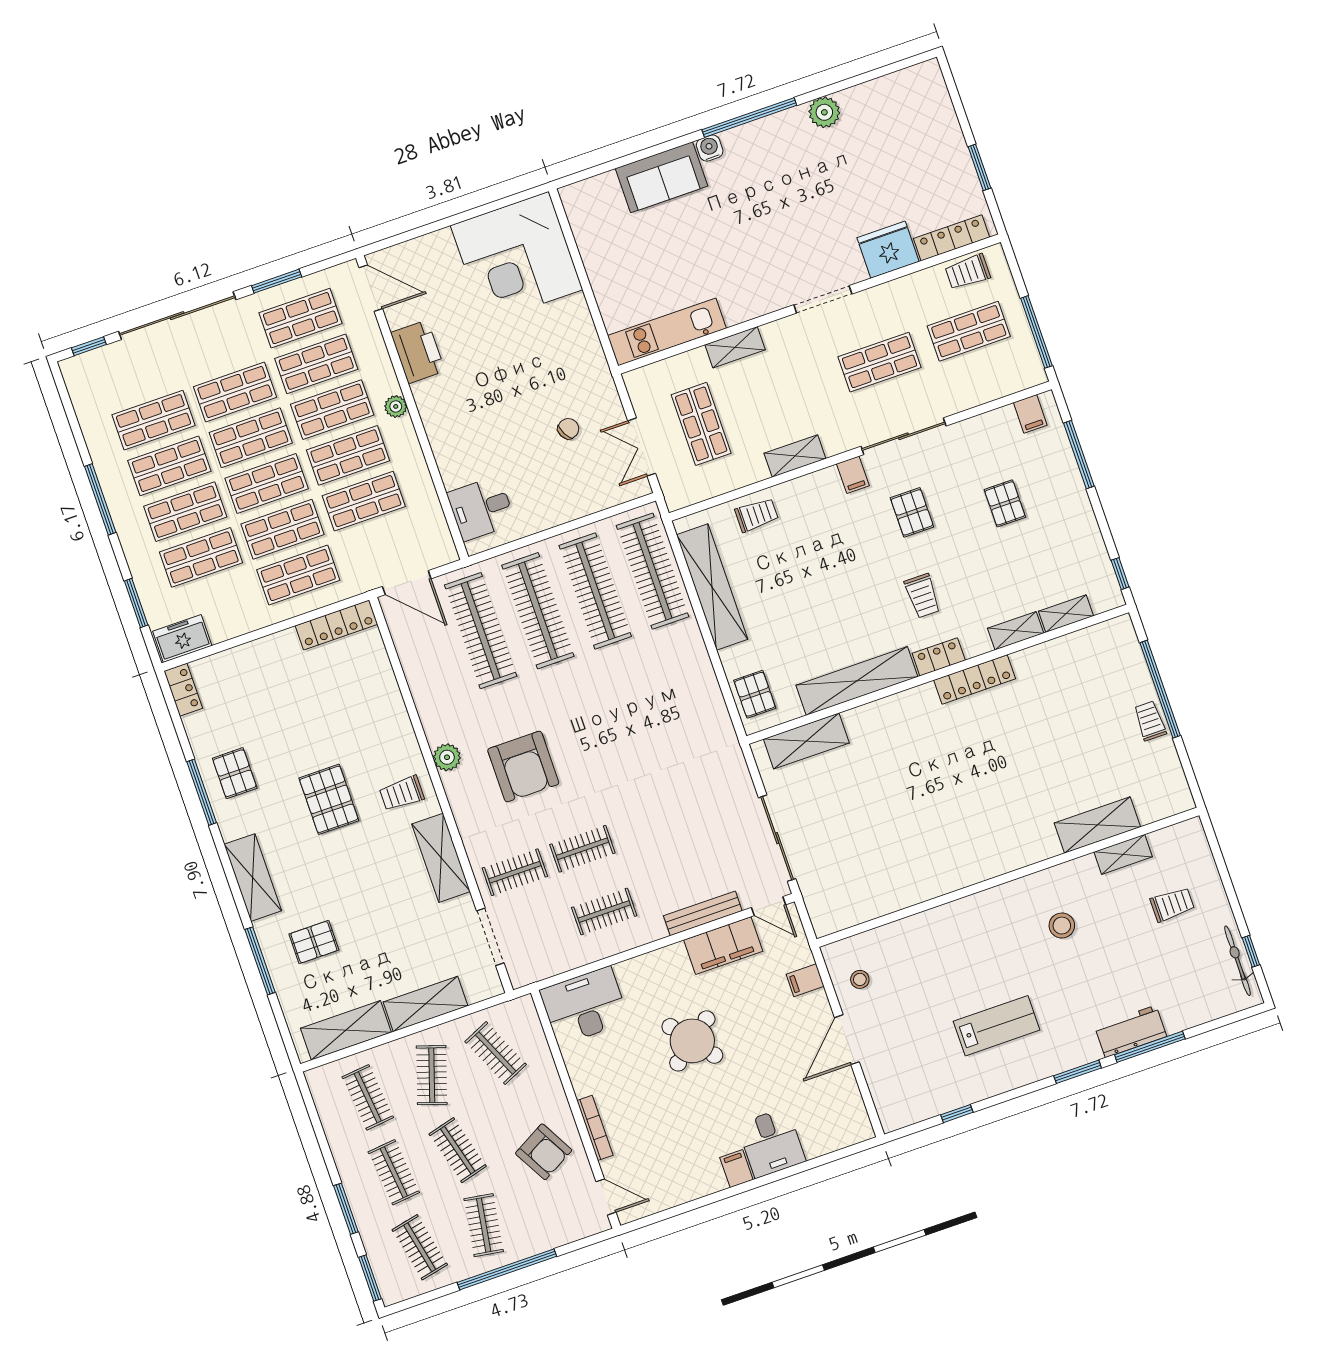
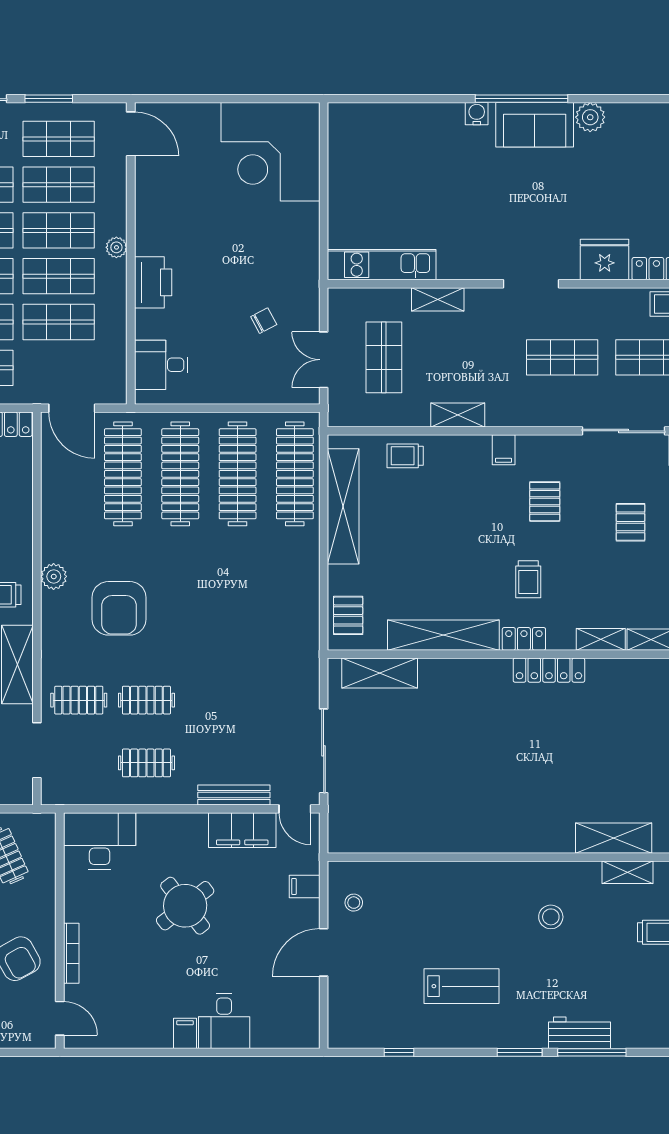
sofa: (662, 177) -> (535, 125), moved
printer: (418, 352) -> (153, 282), moved
sliding door: (903, 436) -> (623, 431), moved
trolley: (757, 515) -> (405, 456), turned 180

